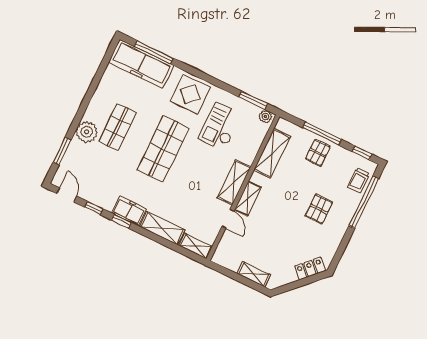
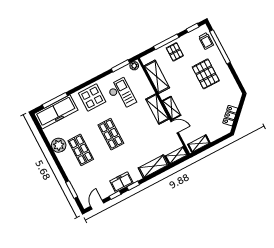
checkout: (220, 126) -> (121, 94), turned 180
plant: (87, 132) -> (59, 145), moved
shop shelf: (163, 149) -> (111, 134), width x0.70, depth x0.74
door: (67, 195) -> (97, 205), hinge flipped
pallet: (319, 209) -> (206, 74), width x1.50, depth x1.42
freezer: (129, 211) -> (122, 182), moved
locker: (310, 269) -> (230, 116), moved
shelving: (254, 274) -> (199, 144), moved

